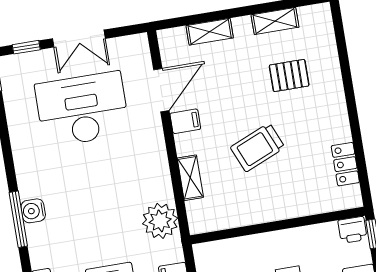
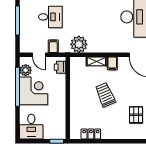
filing cabinet: (185, 121) -> (112, 63), moved
printer: (352, 230) -> (60, 67), moved

